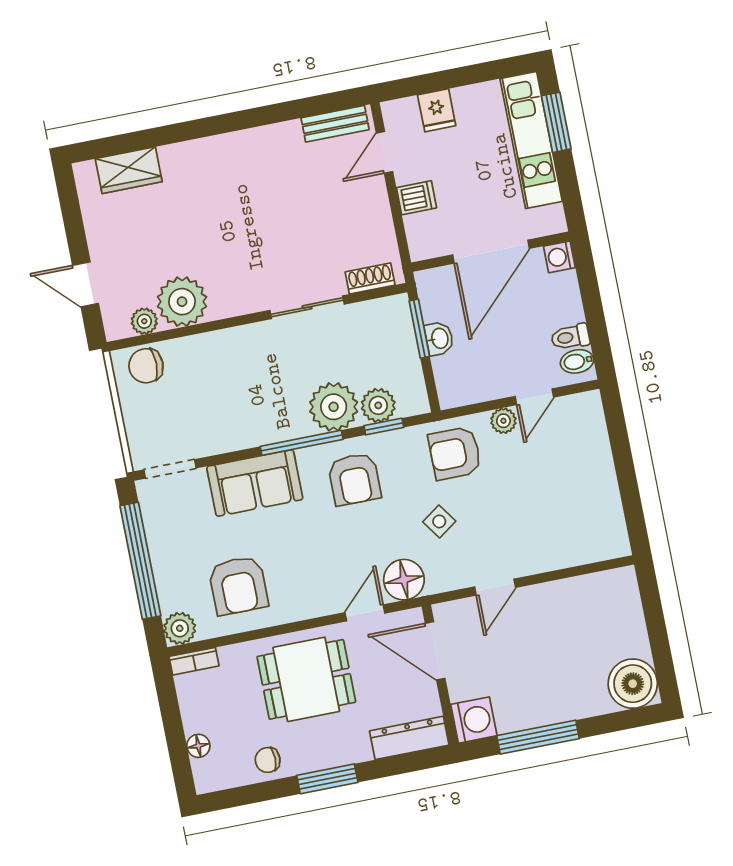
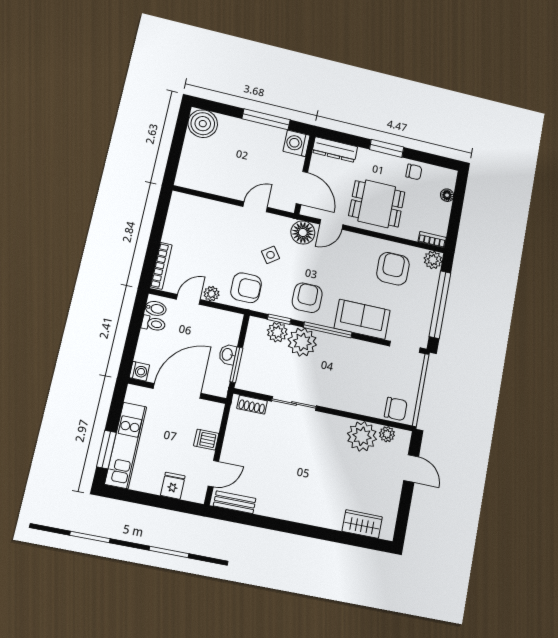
bookcase: (598, 430) -> (161, 266), added

